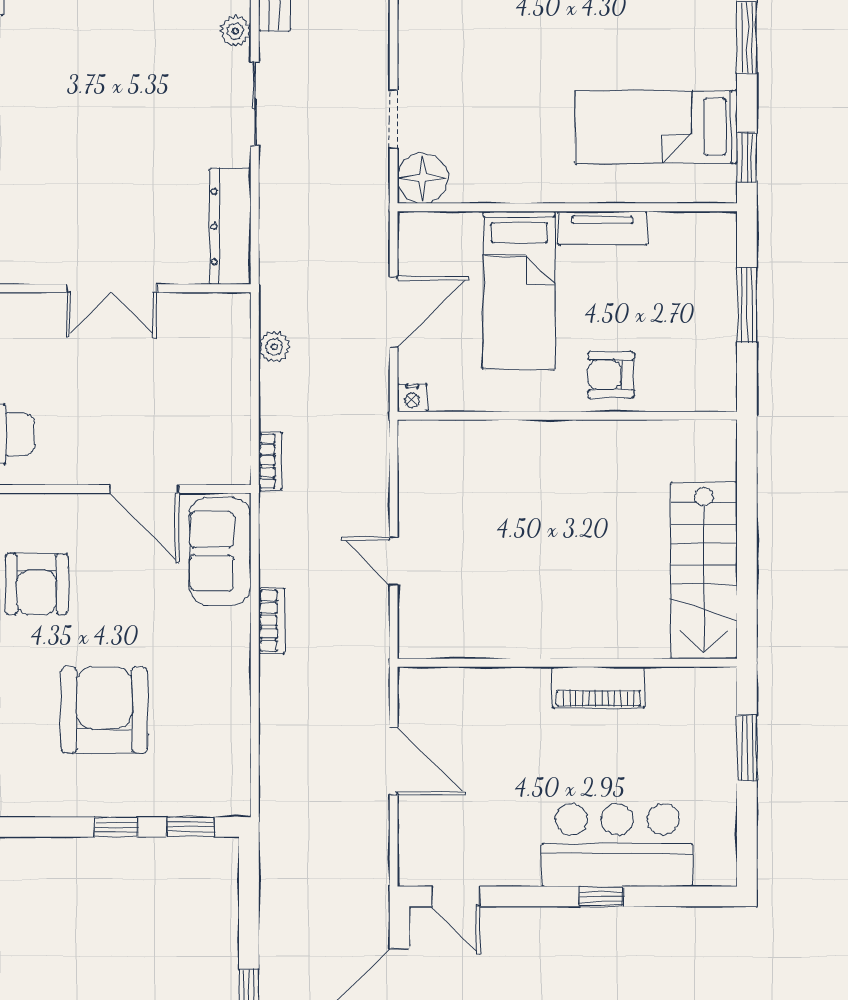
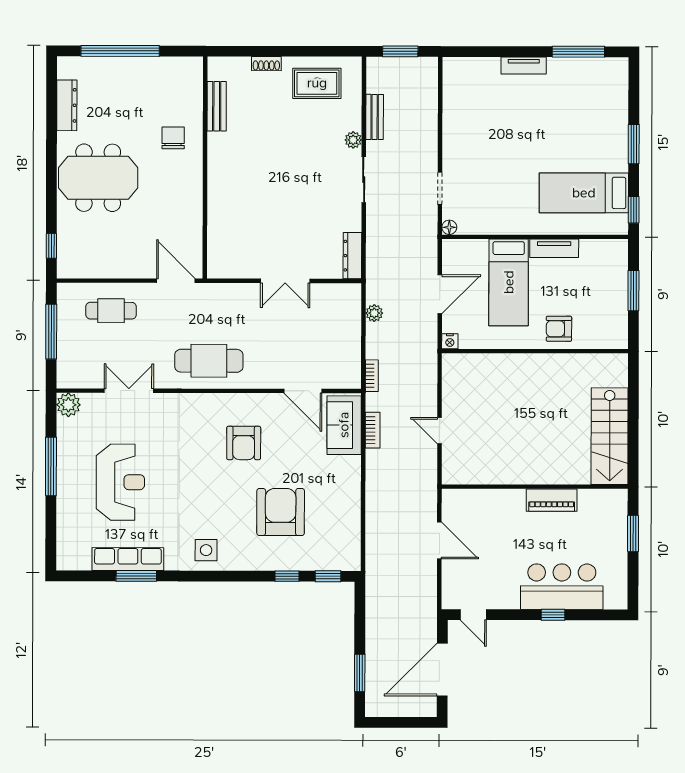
floor lamp: (423, 178) -> (449, 227), width x0.53, depth x0.53
dresser: (230, 227) -> (352, 256), width x0.73, depth x0.80
bookcase: (272, 621) -> (373, 430), moved

